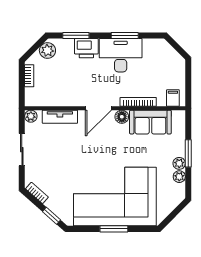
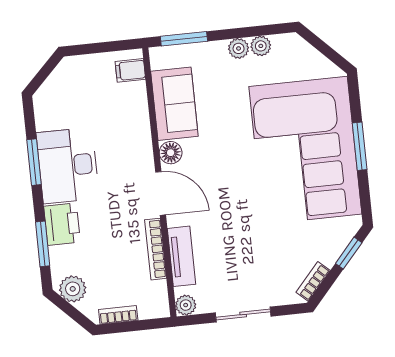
bookcase: (138, 102) -> (156, 249), moved
window: (188, 153) -> (184, 39), moved

